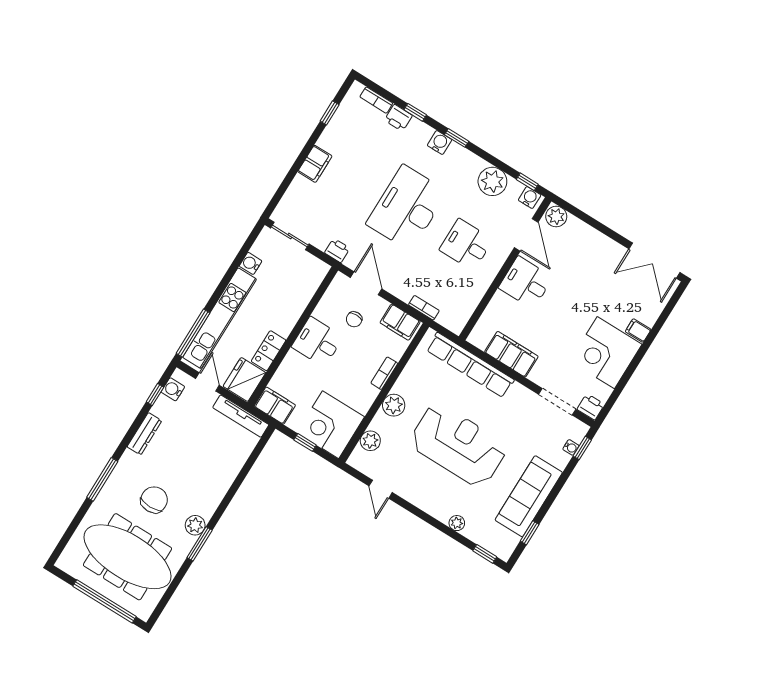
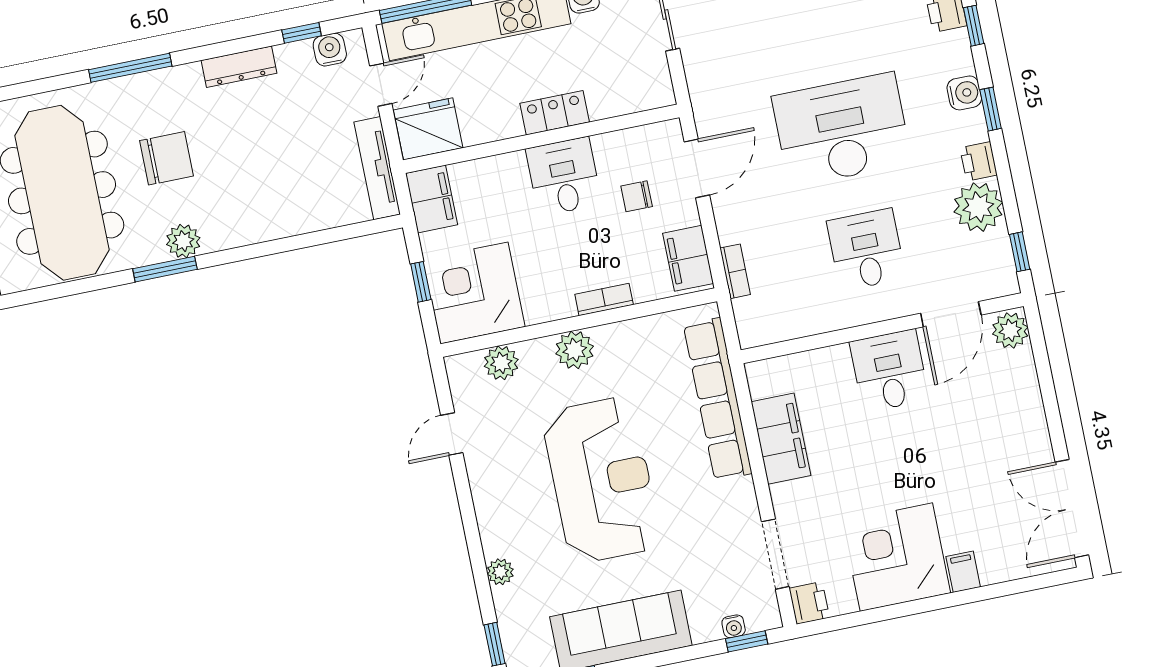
water cooler: (530, 198) -> (1002, 274), removed
printer: (337, 250) -> (979, 161), moved, turned 180
locker: (269, 351) -> (555, 113), moved

